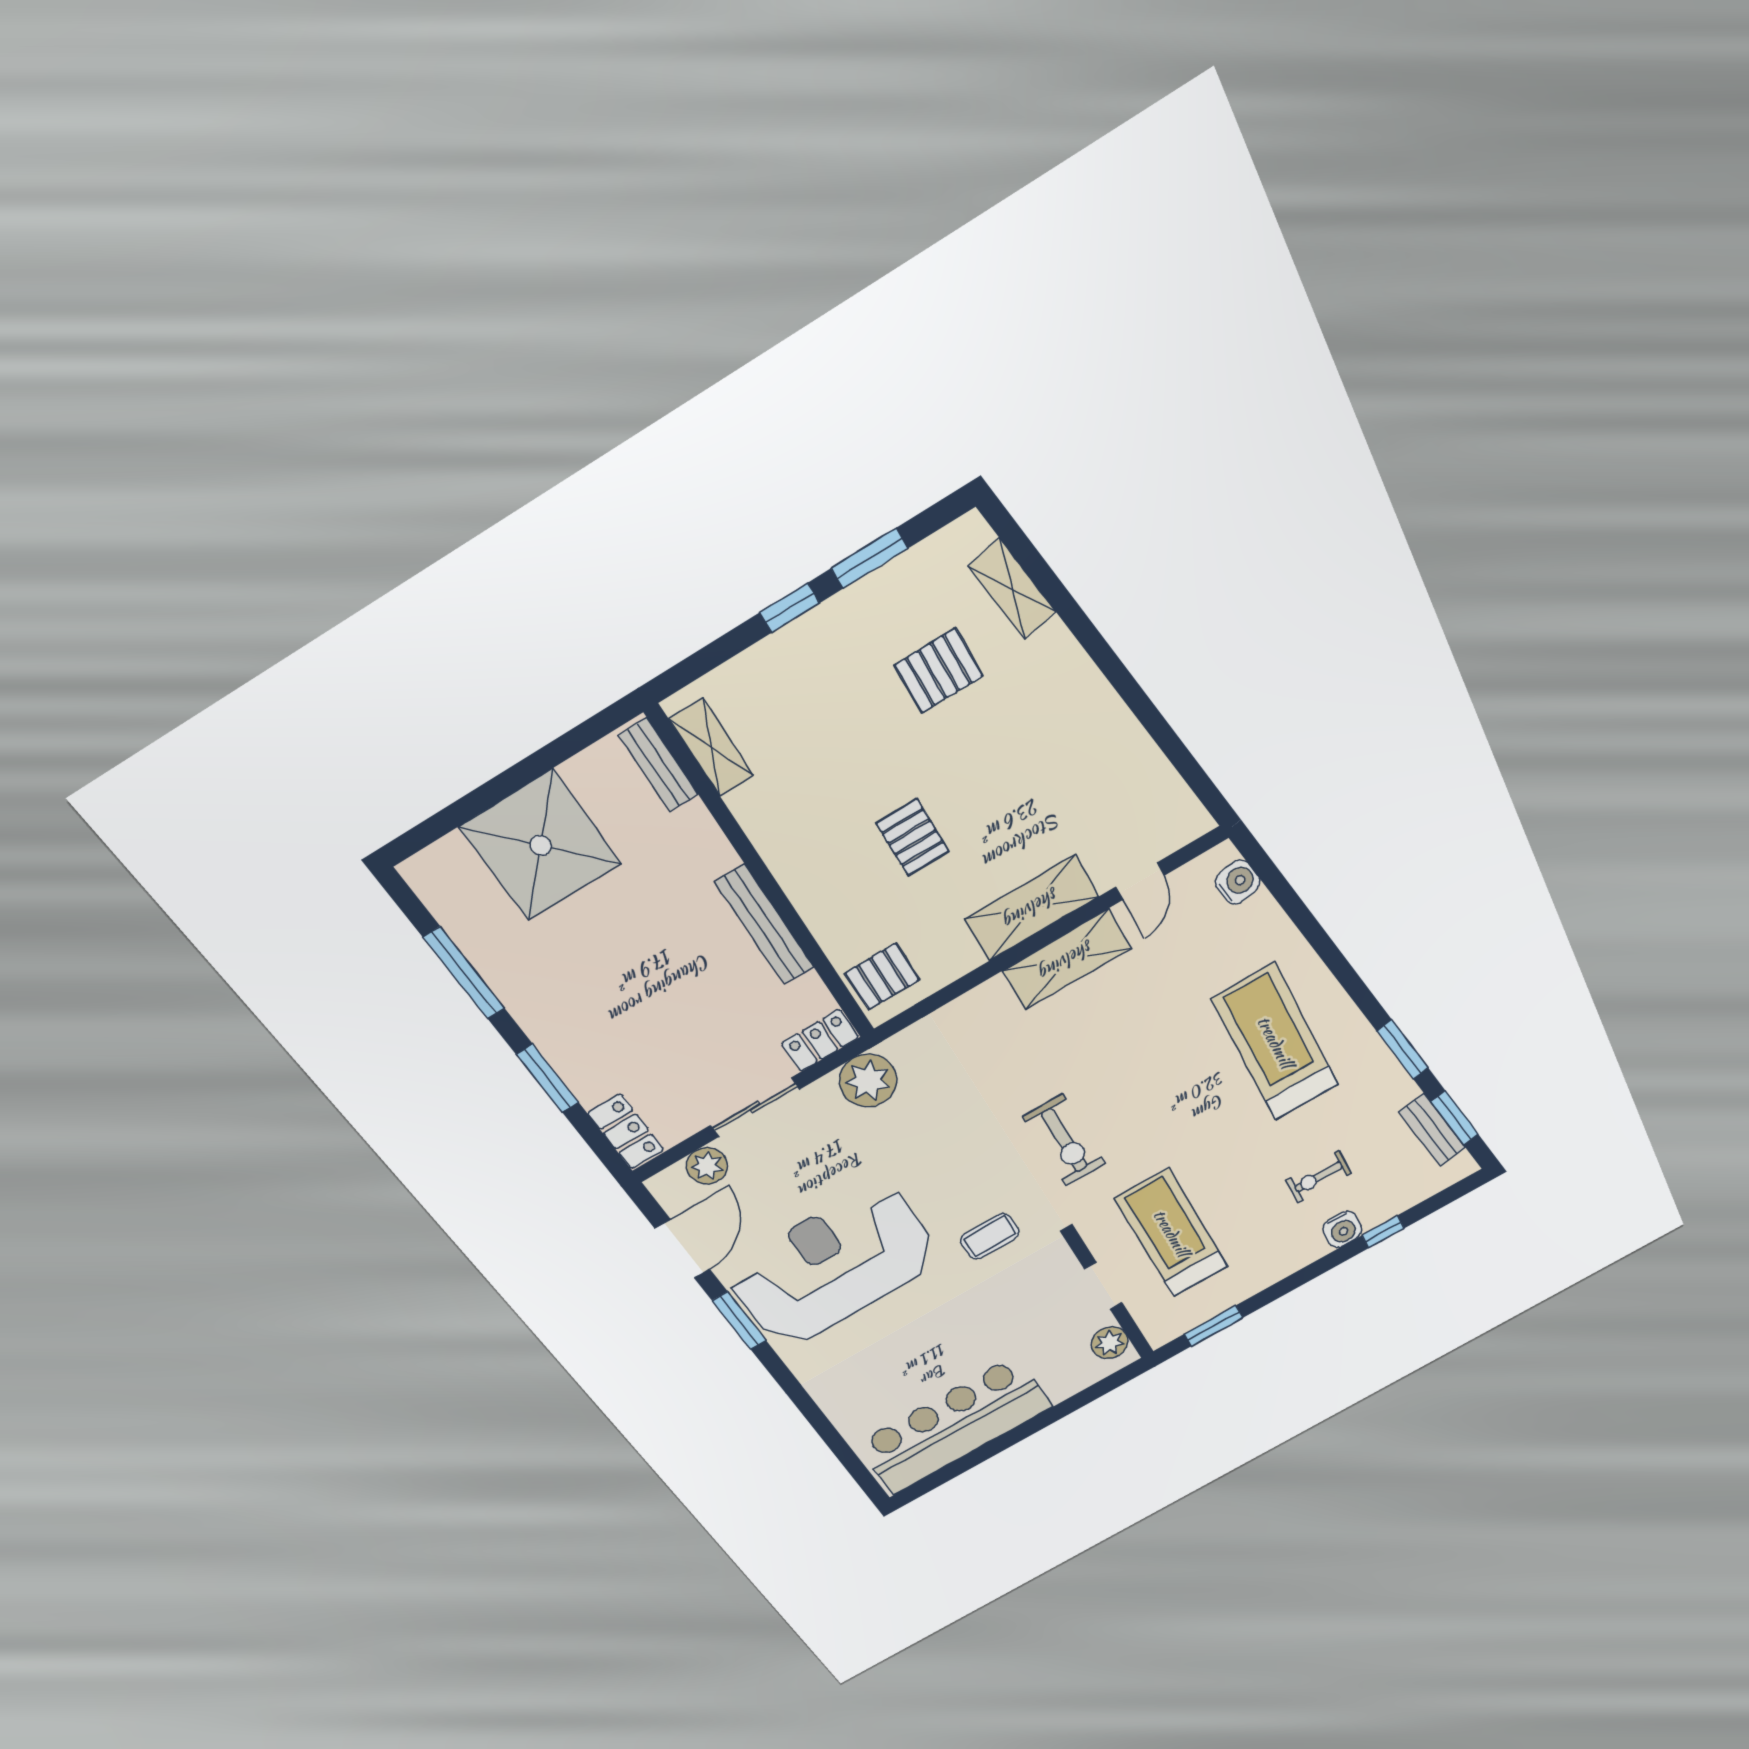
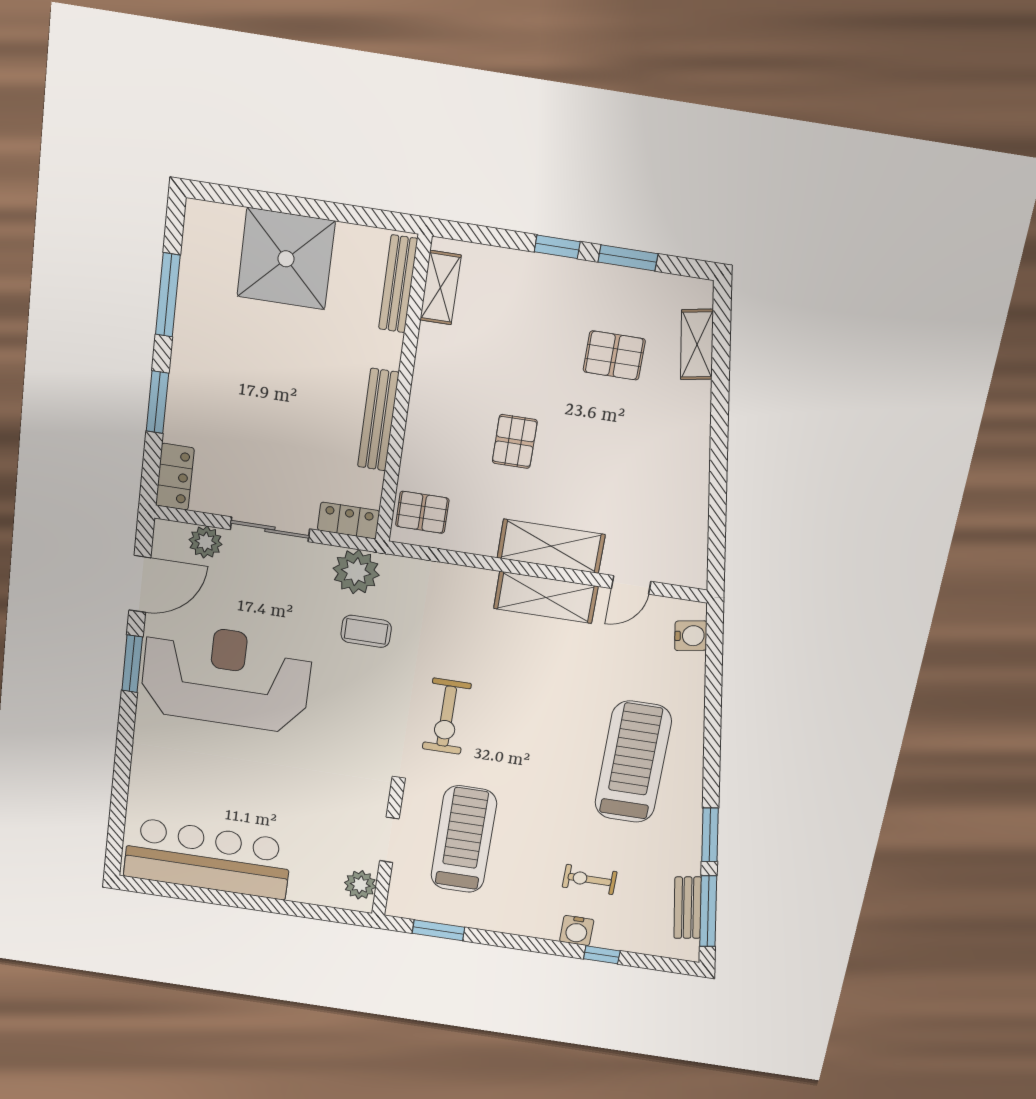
bench: (659, 765) -> (398, 284), width x1.36
window: (1455, 1118) -> (708, 911), width x1.44
coffee table: (990, 1236) -> (366, 631), moved

